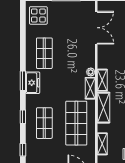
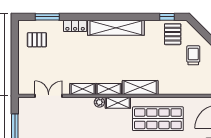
double door: (96, 28) -> (49, 96), width x0.73
shelving: (102, 144) -> (83, 89), moved

